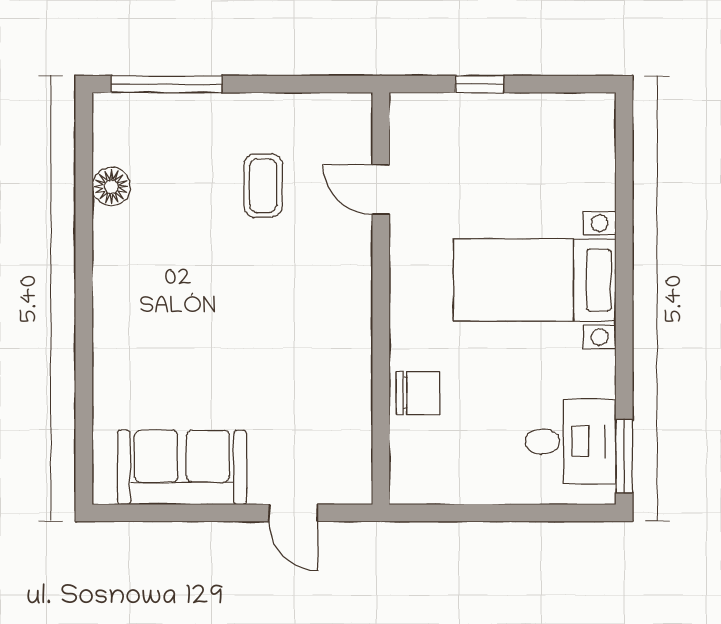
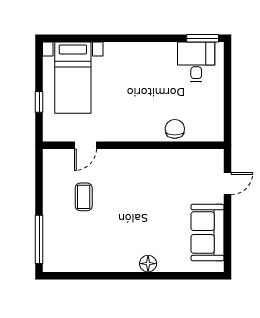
coffee table: (263, 186) -> (84, 197), turned 90
floor lamp: (111, 187) -> (148, 264), moved
bed with nightstands: (535, 280) -> (73, 78), moved

